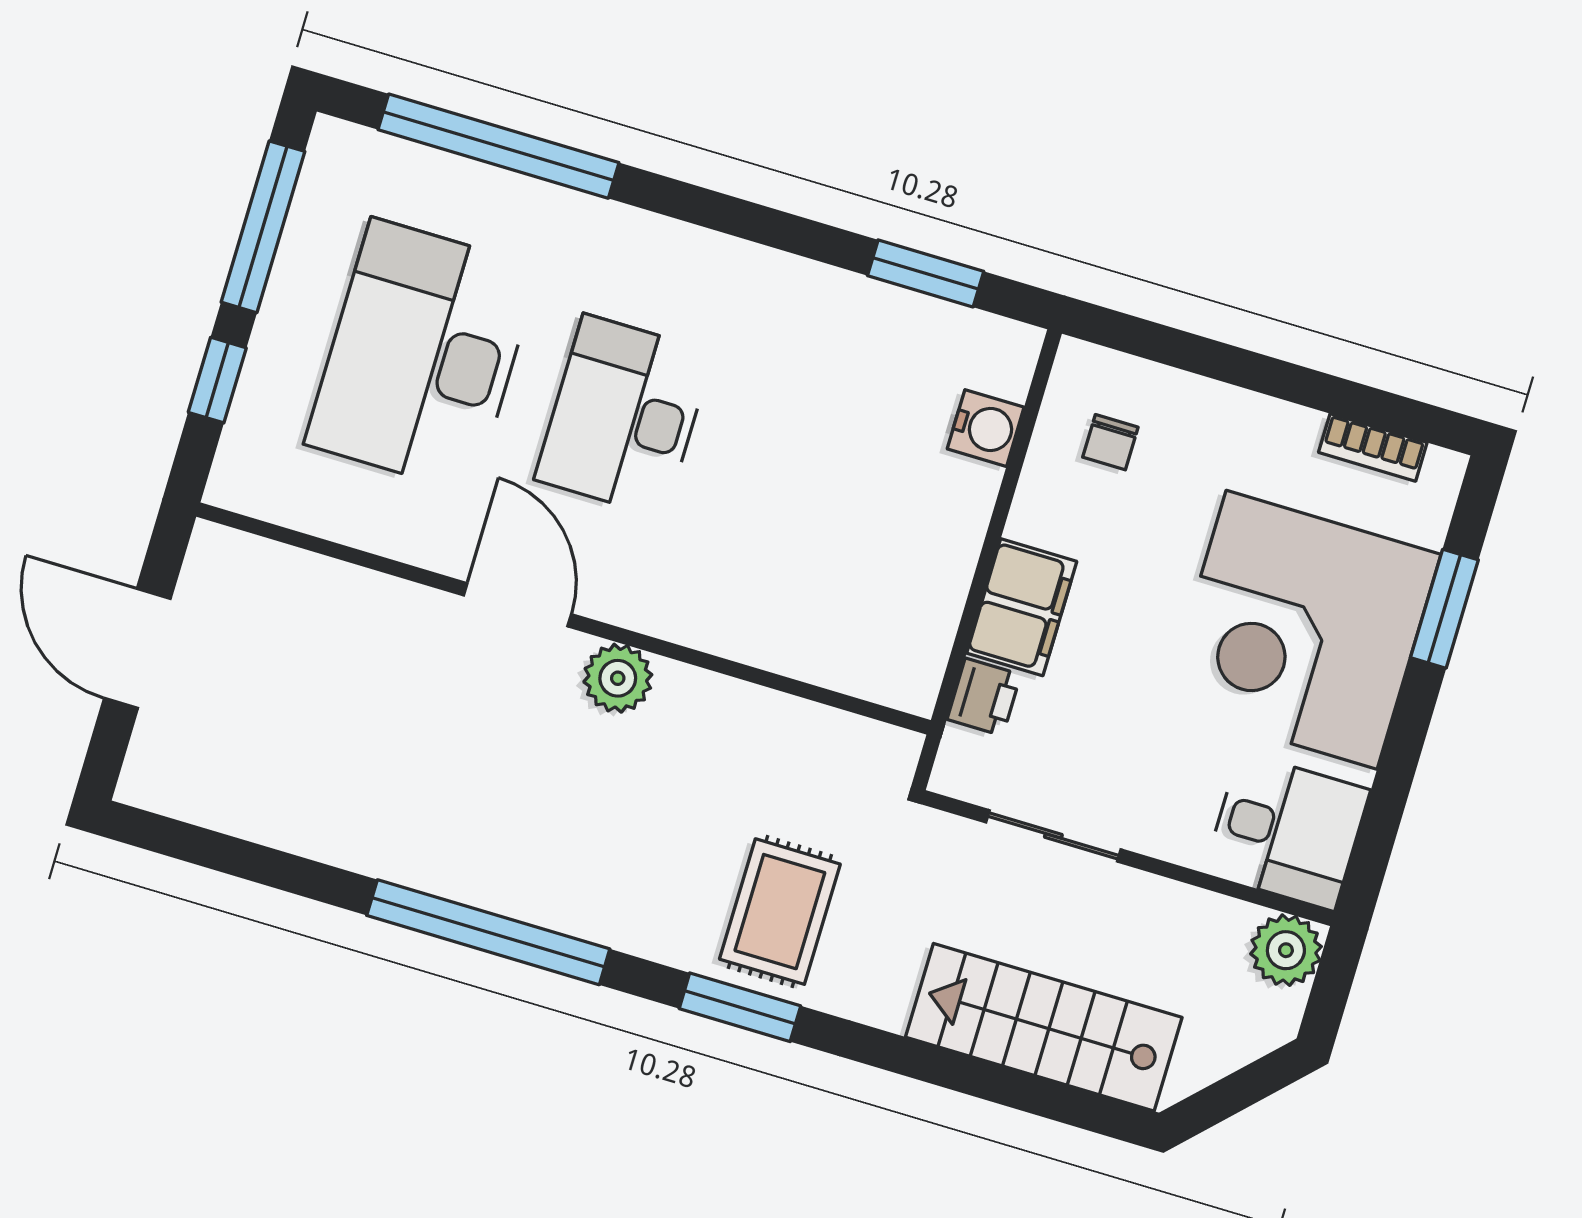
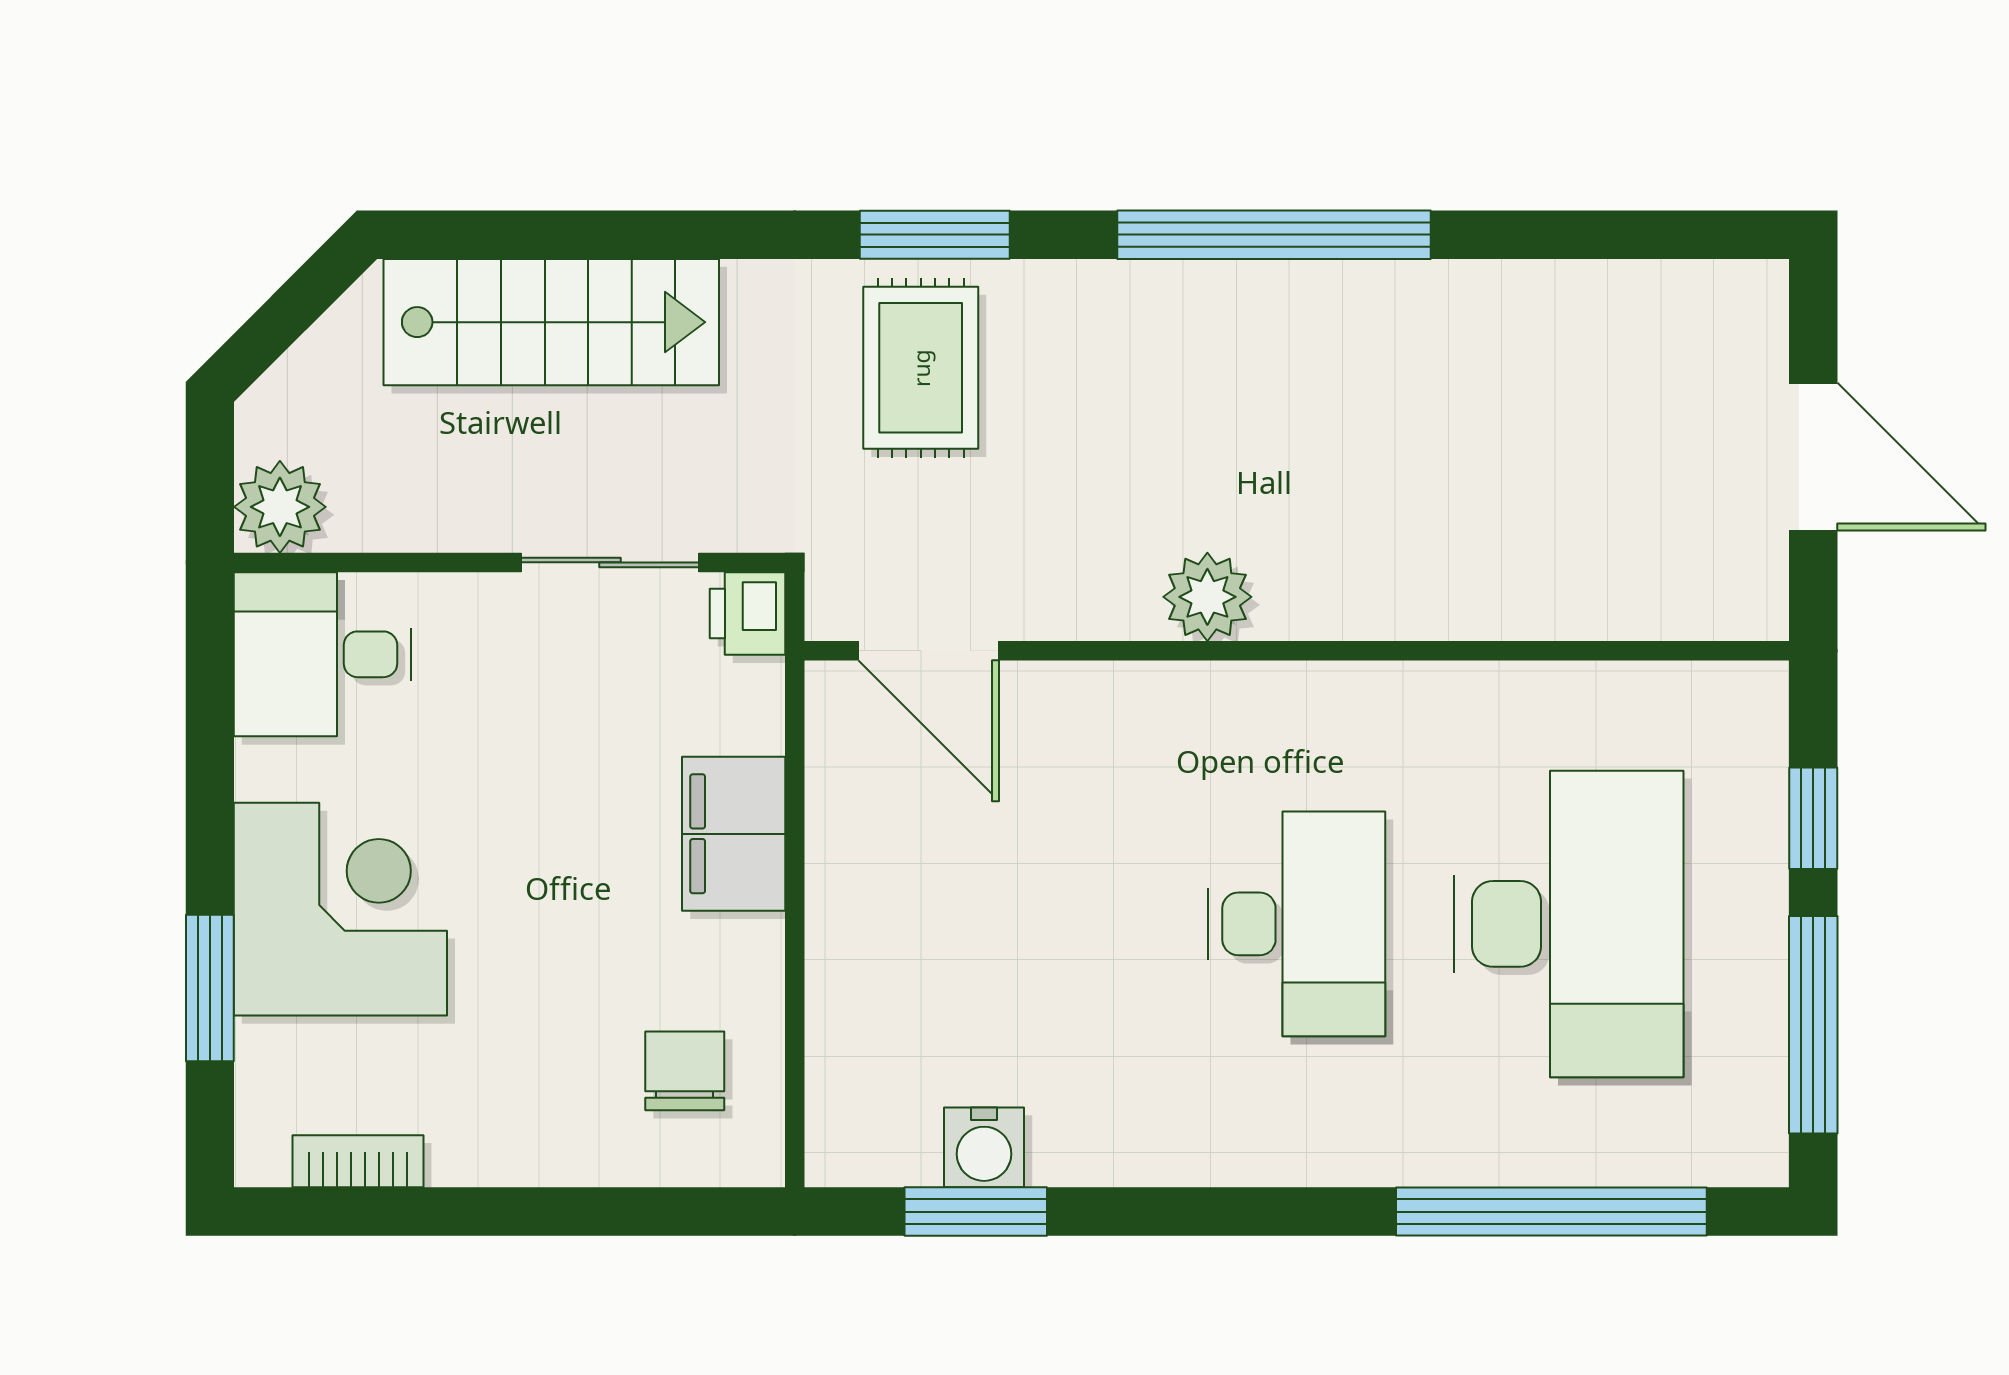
water cooler: (986, 428) -> (984, 1147), moved, turned -90
chair: (1110, 442) -> (685, 1071), width x1.37, depth x1.37
door: (517, 605) -> (929, 651), moved
corner desk: (1302, 630) -> (340, 909), width x0.74, depth x0.74
printer: (984, 697) -> (747, 613), moved

